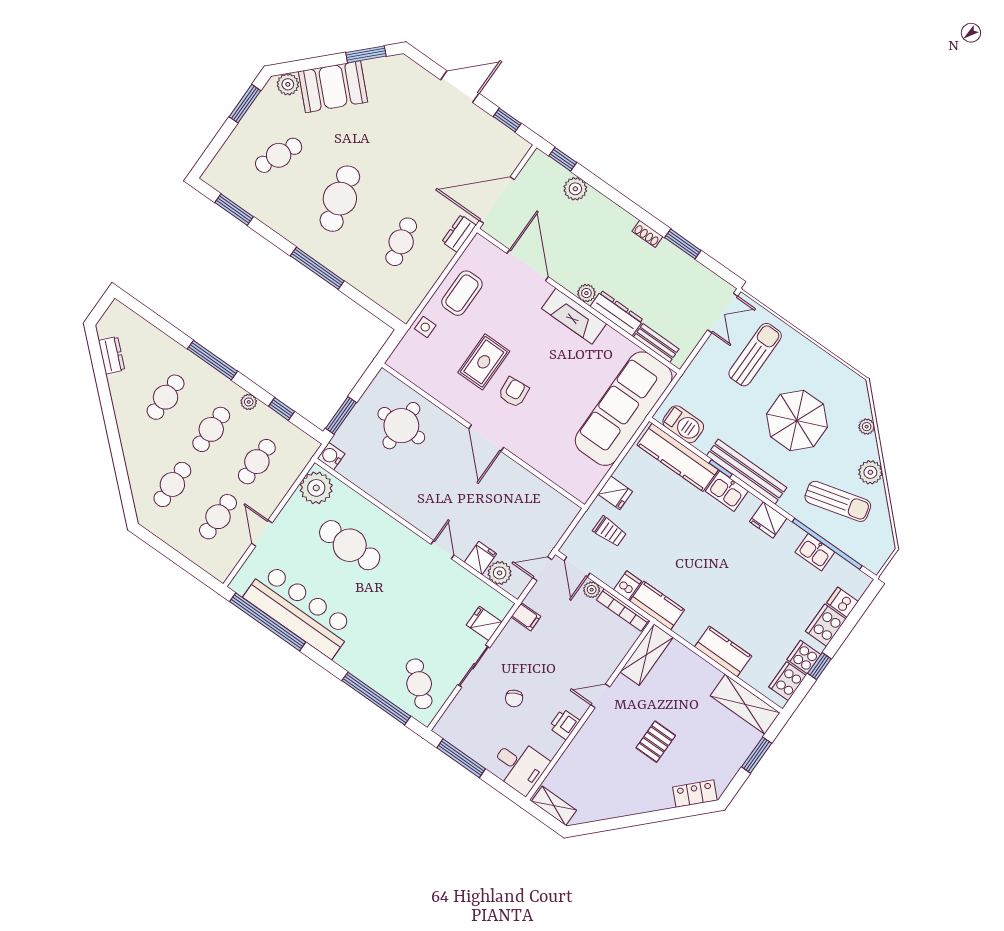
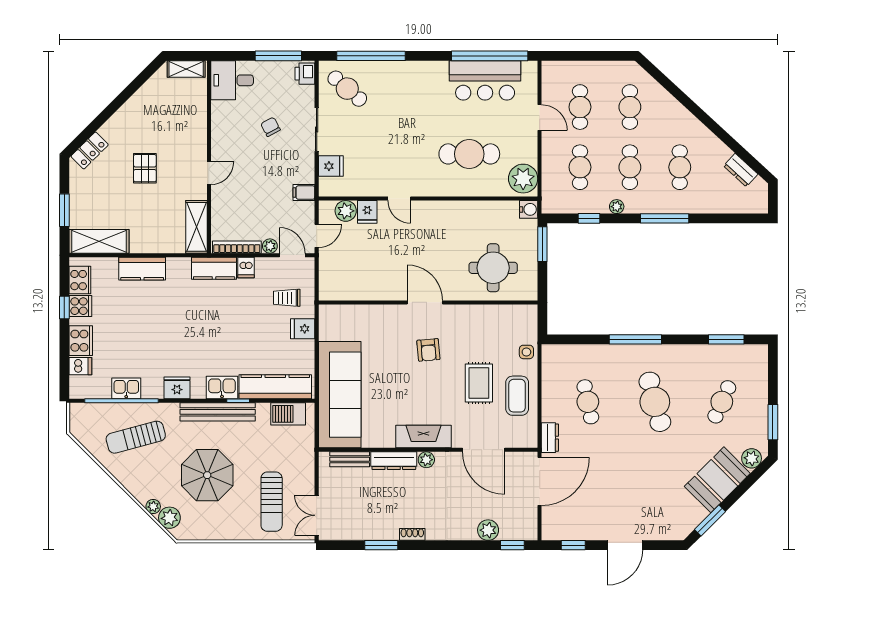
rug: (484, 362) -> (479, 383), moved
plant: (870, 472) -> (169, 518), moved
bar counter: (300, 611) -> (485, 80), width x0.73
printer: (564, 724) -> (305, 74), moved, turned 180

